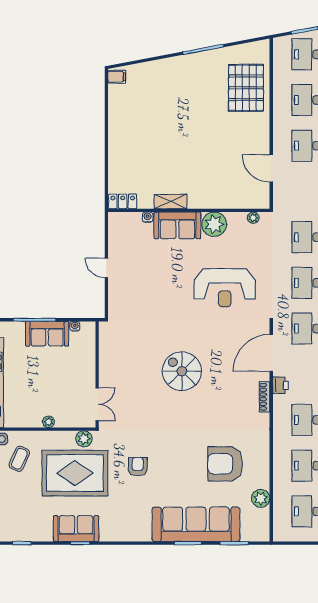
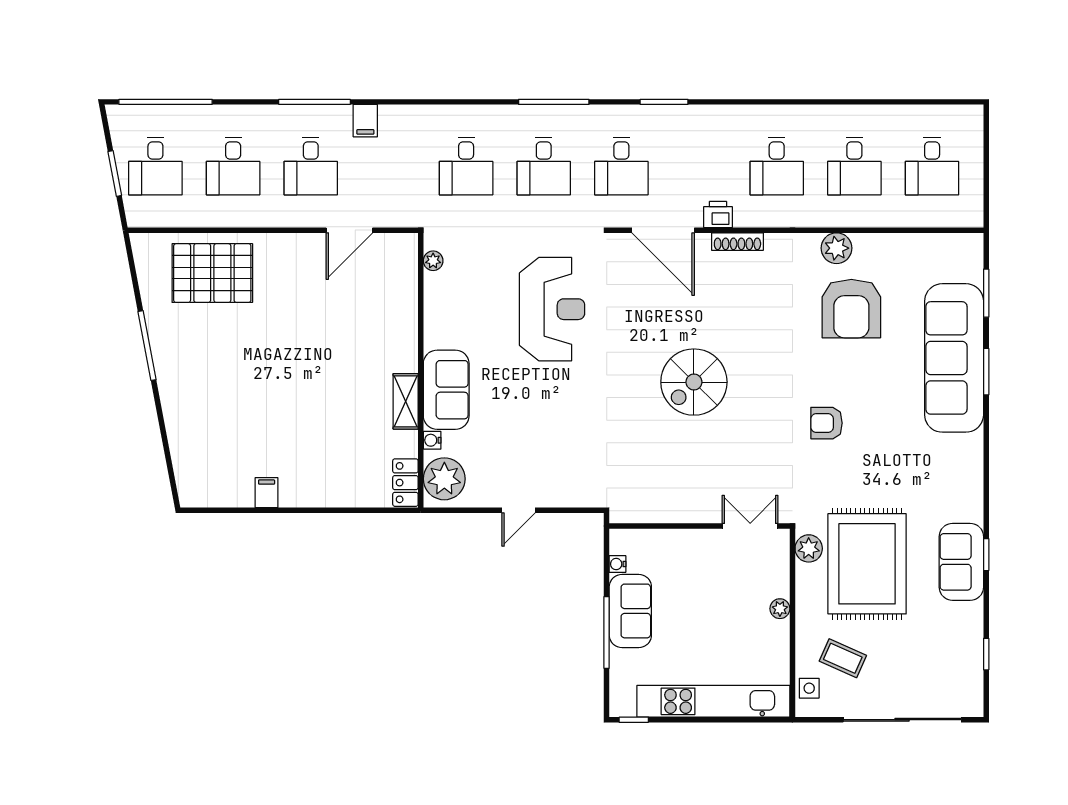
filing cabinet: (117, 77) -> (267, 493), moved
plant: (214, 224) -> (444, 479), moved
armchair: (138, 467) -> (826, 423), moved
plant: (261, 498) -> (837, 248), moved

